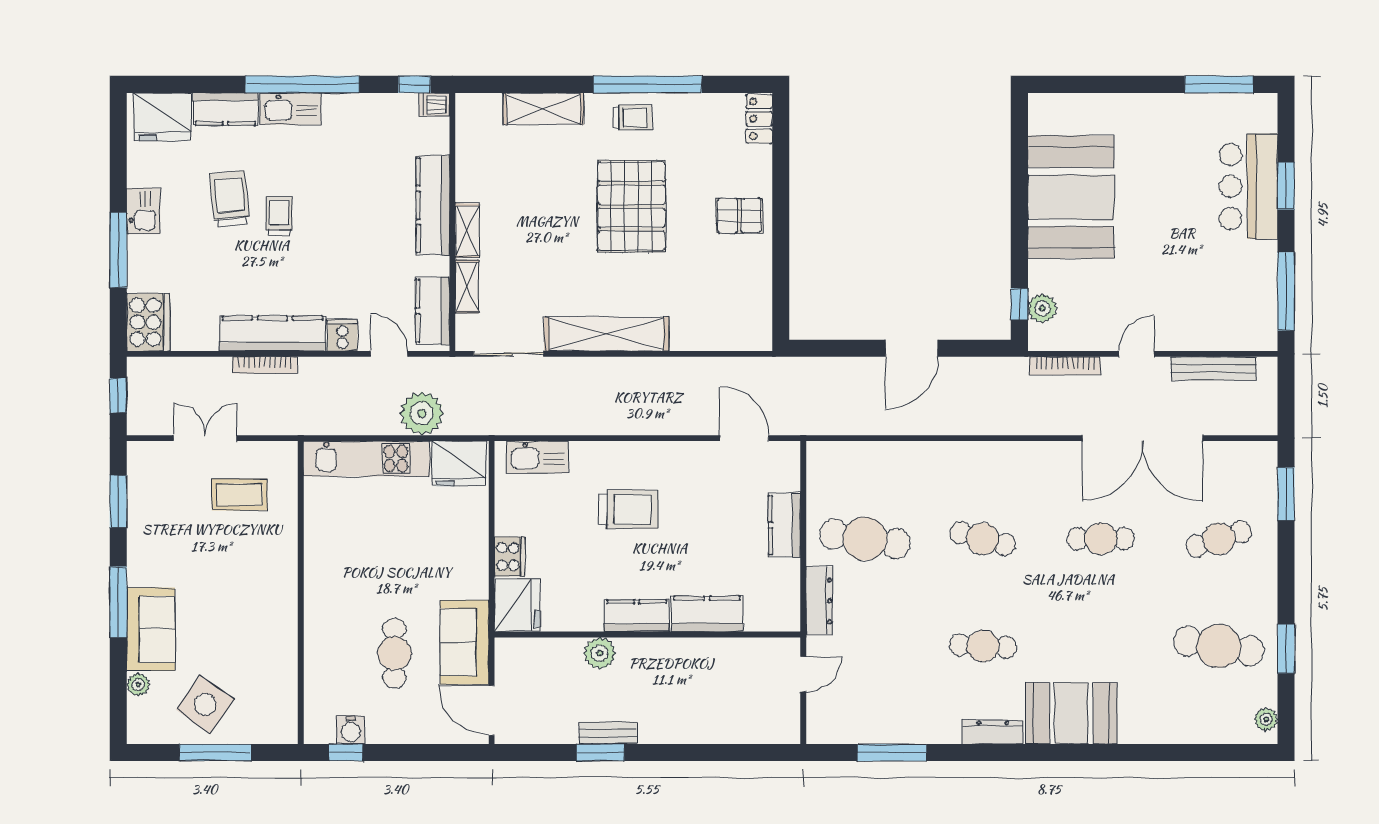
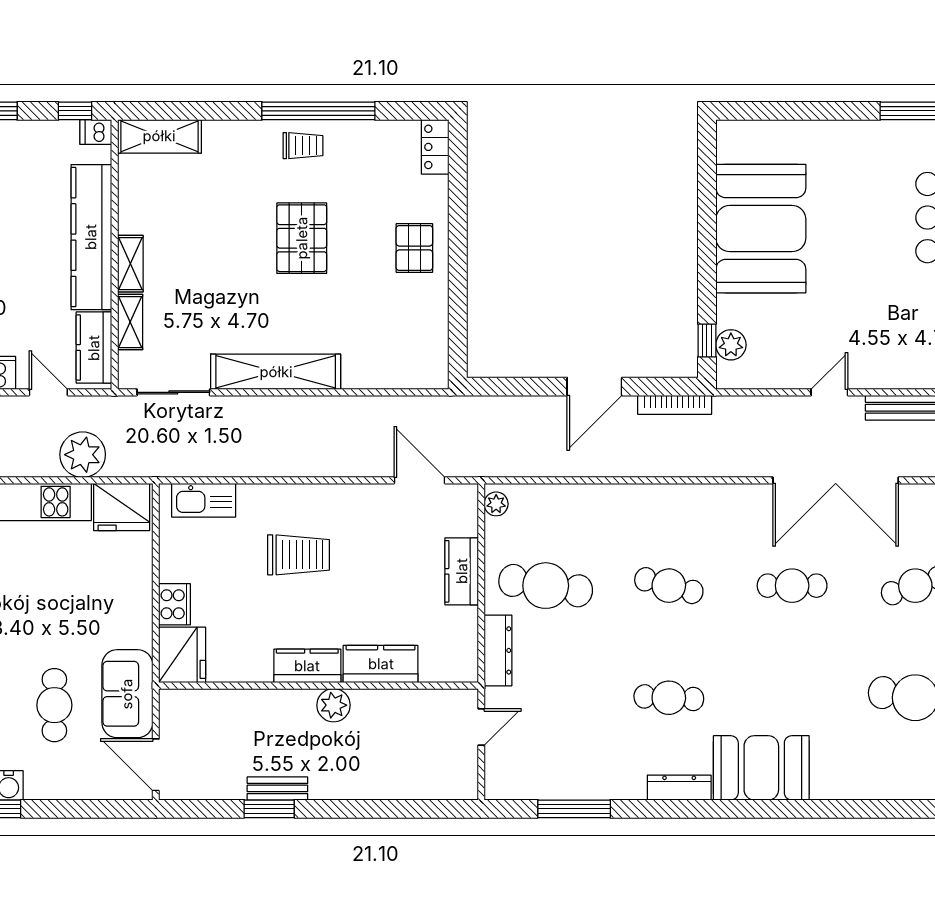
shelving: (543, 109) -> (159, 136), moved
kitchen counter: (433, 205) -> (91, 237), width x1.39, depth x1.17
pallet: (631, 206) -> (302, 238), width x0.73, depth x0.71
pallet: (739, 216) -> (414, 248), turned 90
bookcase: (1065, 366) -> (675, 405), moved
plant: (817, 461) -> (496, 504), added
plant: (600, 653) -> (334, 705), moved

